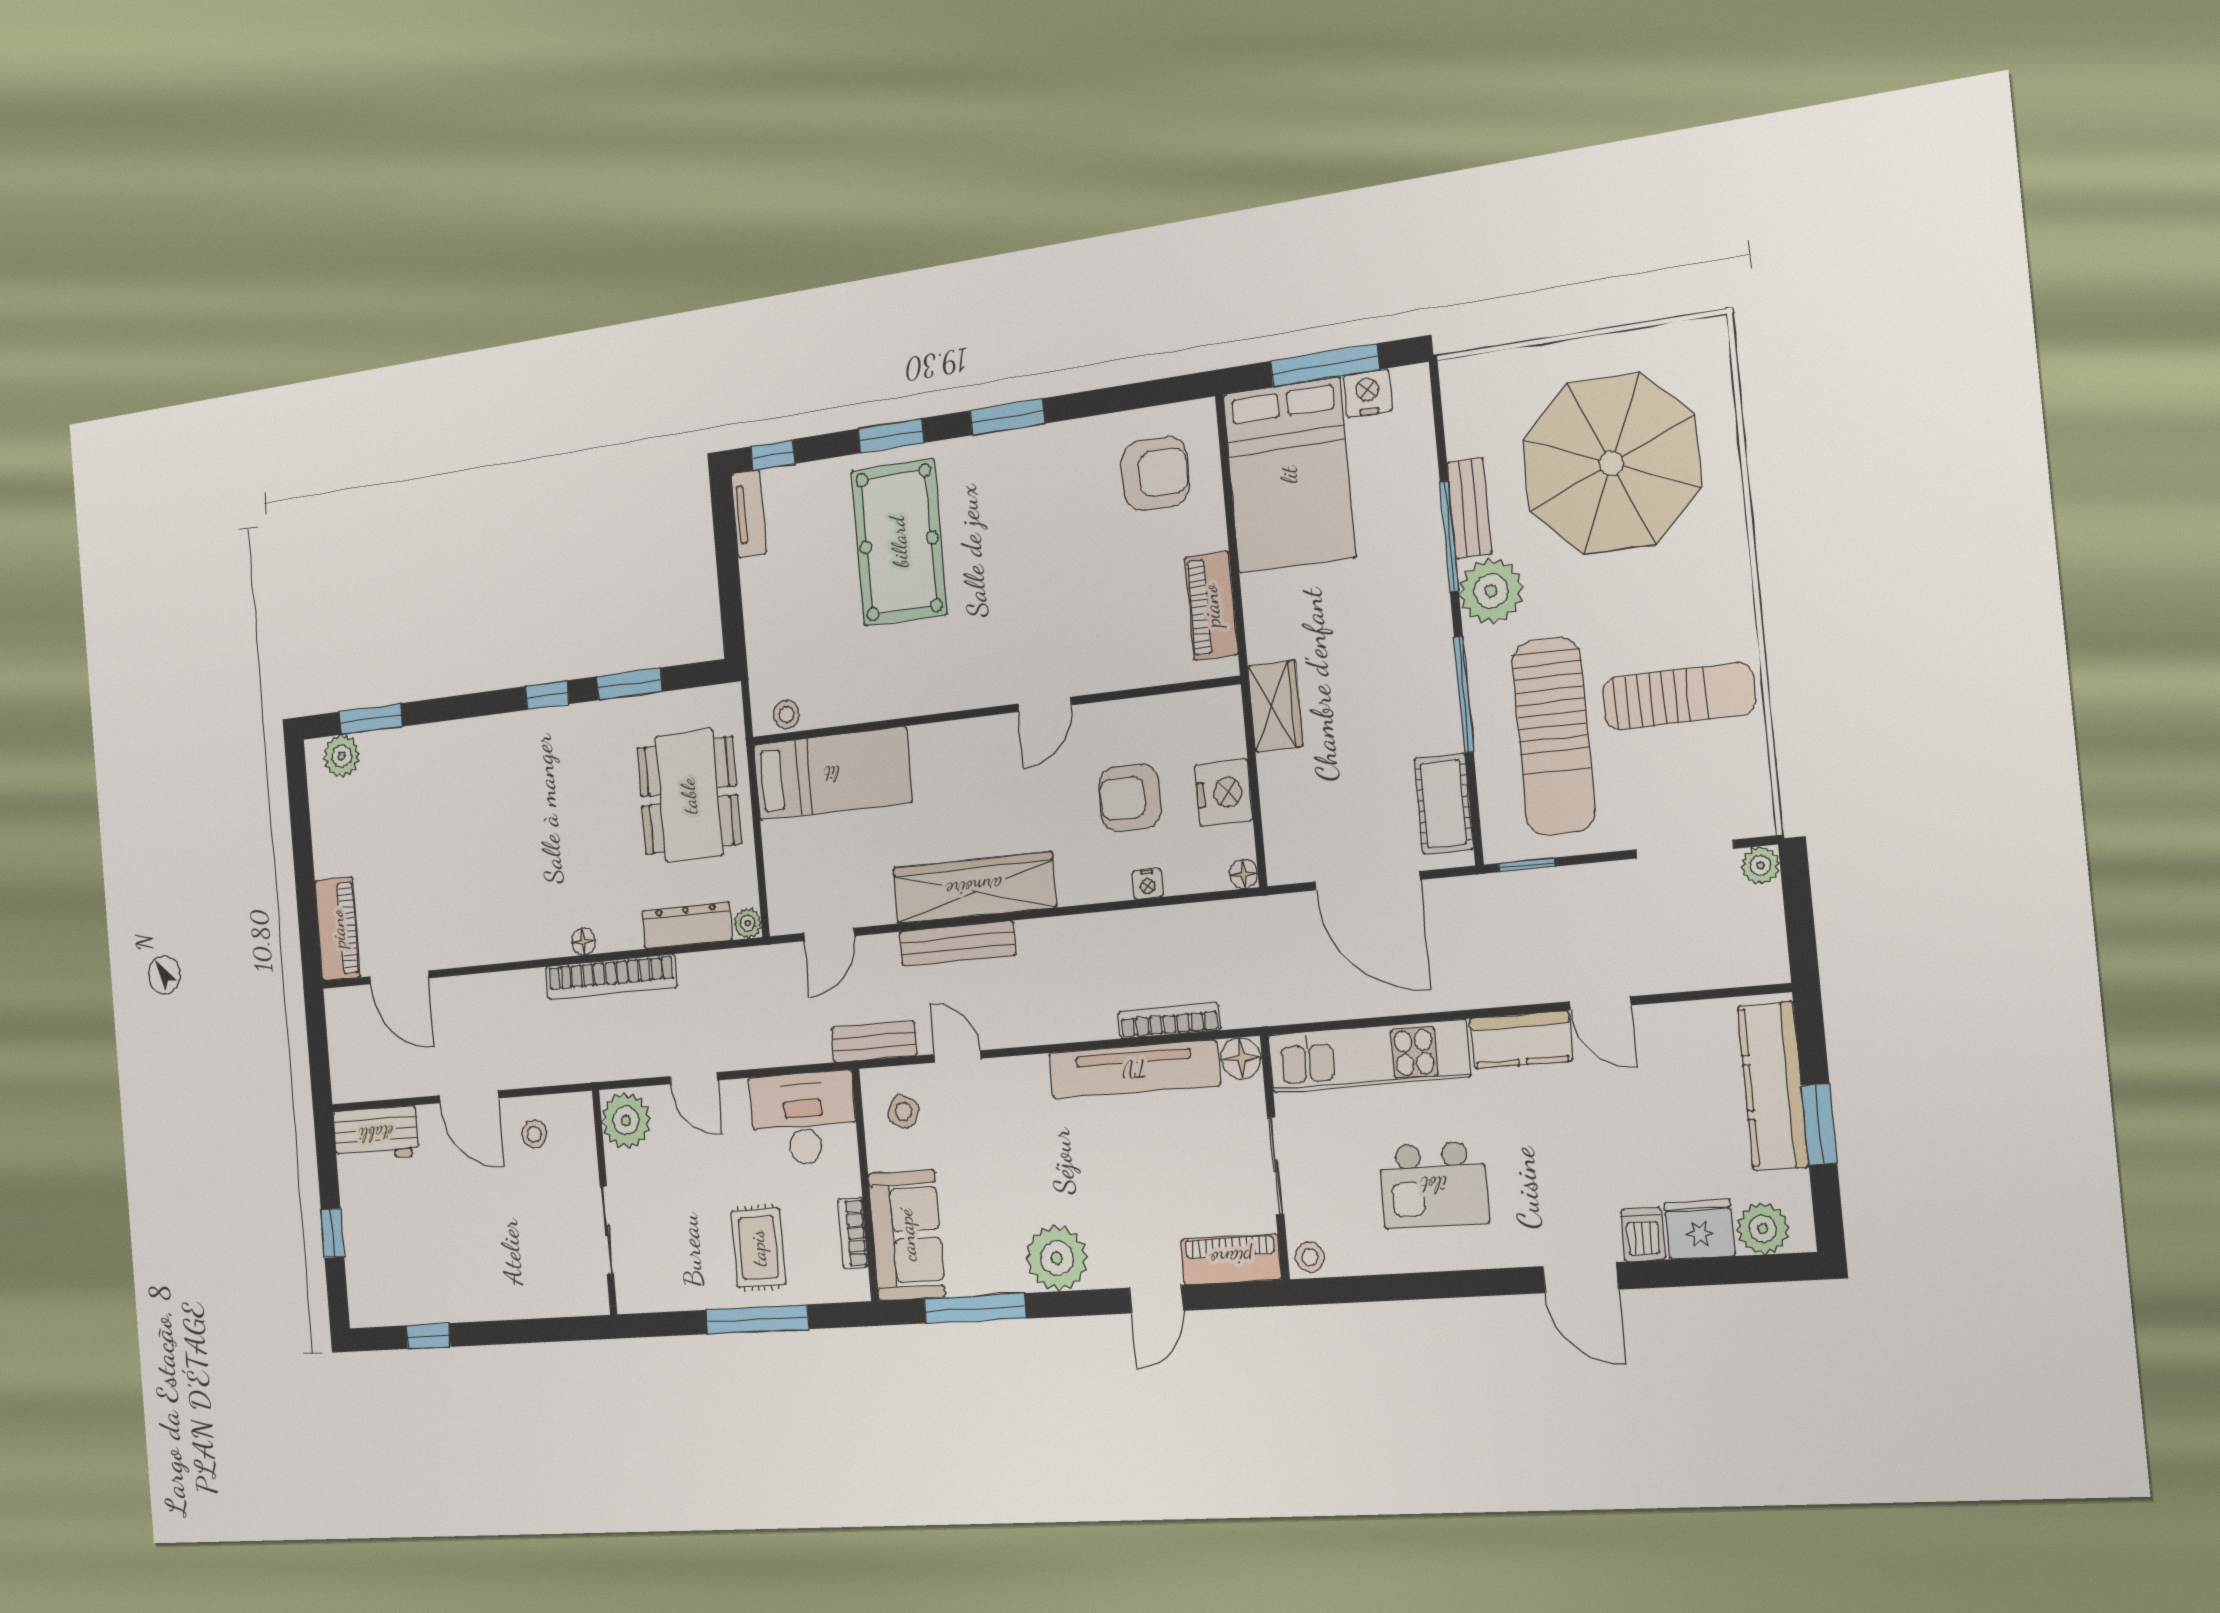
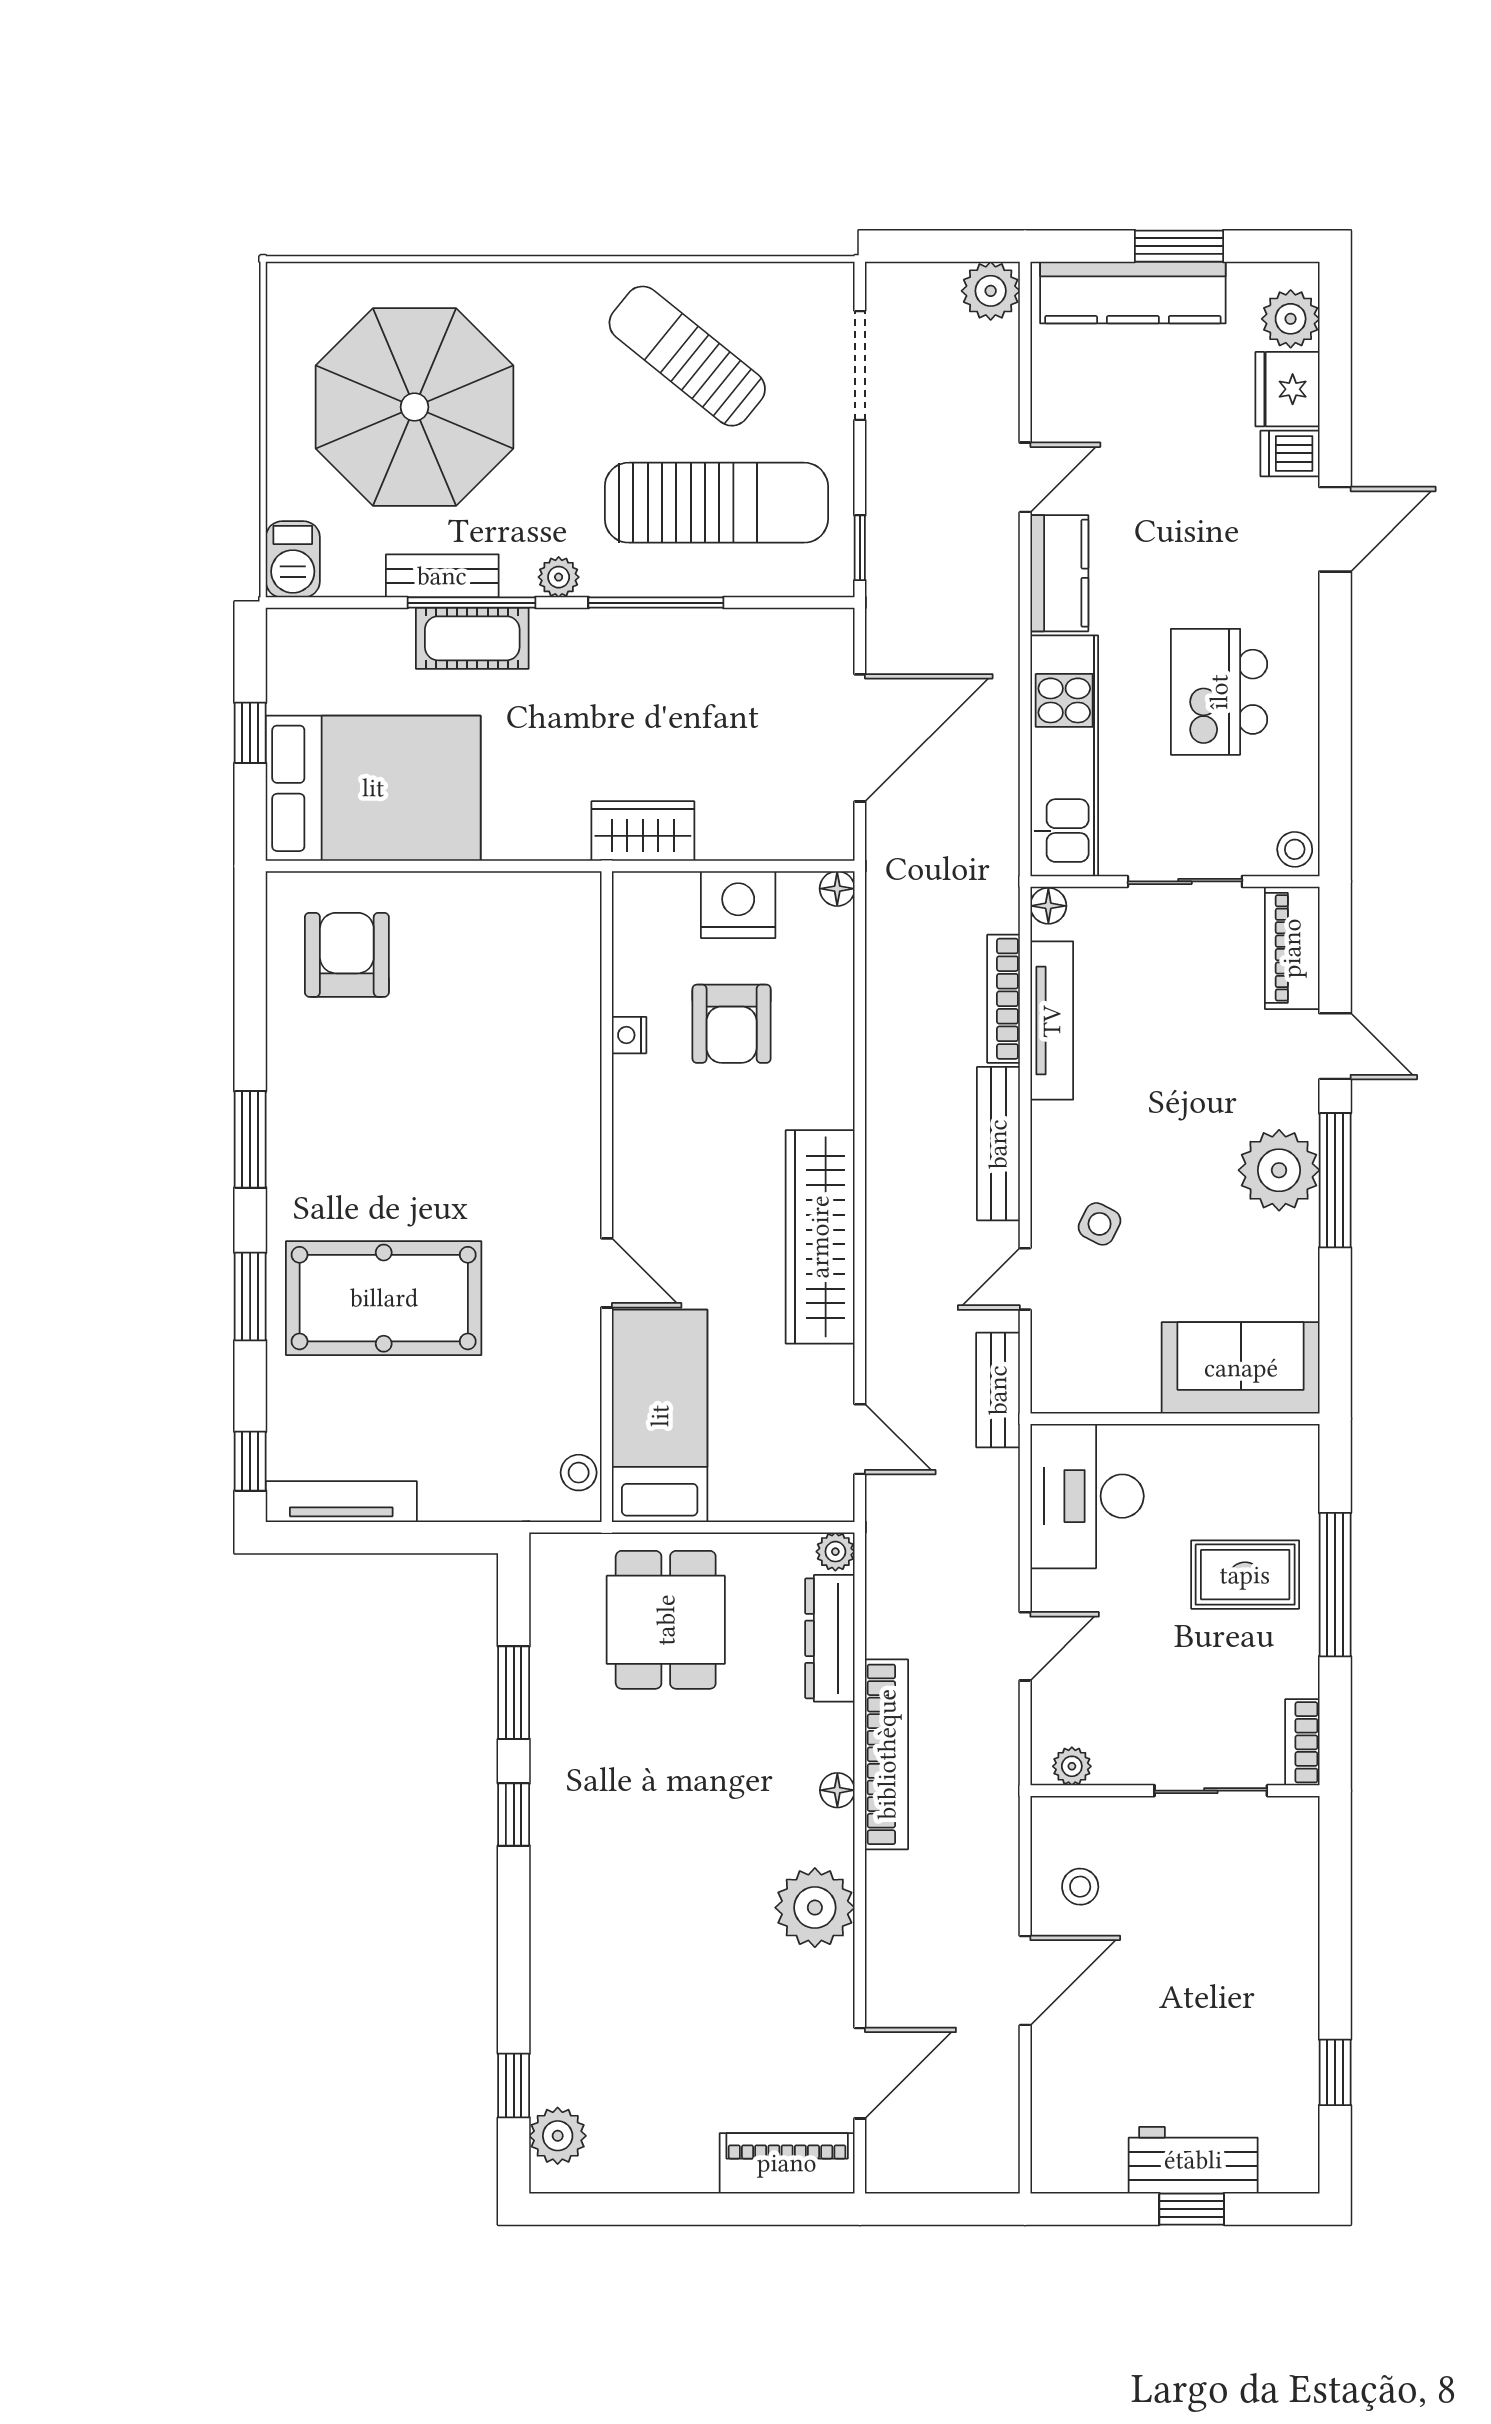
window: (1325, 365) -> (250, 733), width x0.46
barbecue: (1471, 378) -> (293, 559), added
nightstand: (1368, 393) -> (291, 684), removed
tv unit: (749, 514) -> (341, 1502), width x1.41
plant: (1491, 591) -> (559, 577), width x0.53, depth x0.53
piano: (1211, 606) -> (514, 899), removed
sun lounger: (1679, 696) -> (687, 356), turned -51
door: (1044, 704) -> (607, 1273), moved
window: (371, 719) -> (514, 2086), width x0.67
dining table: (689, 796) -> (666, 1620), width x0.73
cot: (1444, 804) -> (472, 638), moved
plant: (1761, 865) -> (991, 291), moved, width x1.38, depth x1.38
nightstand: (1148, 884) -> (629, 1035), moved, turned 180
plant: (504, 932) -> (815, 1908), added
bench: (957, 943) -> (998, 1144), moved
floor lamp: (1241, 1058) -> (1048, 906), width x0.73, depth x0.73
tv unit: (1134, 1069) -> (1052, 1021), width x0.73, depth x0.78
side table: (903, 1111) -> (1100, 1224), moved
plant: (626, 1120) -> (1072, 1766), width x0.53, depth x0.53
workbench: (376, 1134) -> (1193, 2160), moved, turned -90
kitchen island: (1434, 1185) -> (1219, 692), turned 180
bookcase: (853, 1233) -> (1302, 1742), moved, turned 90
window: (975, 1308) -> (1335, 1180), moved

